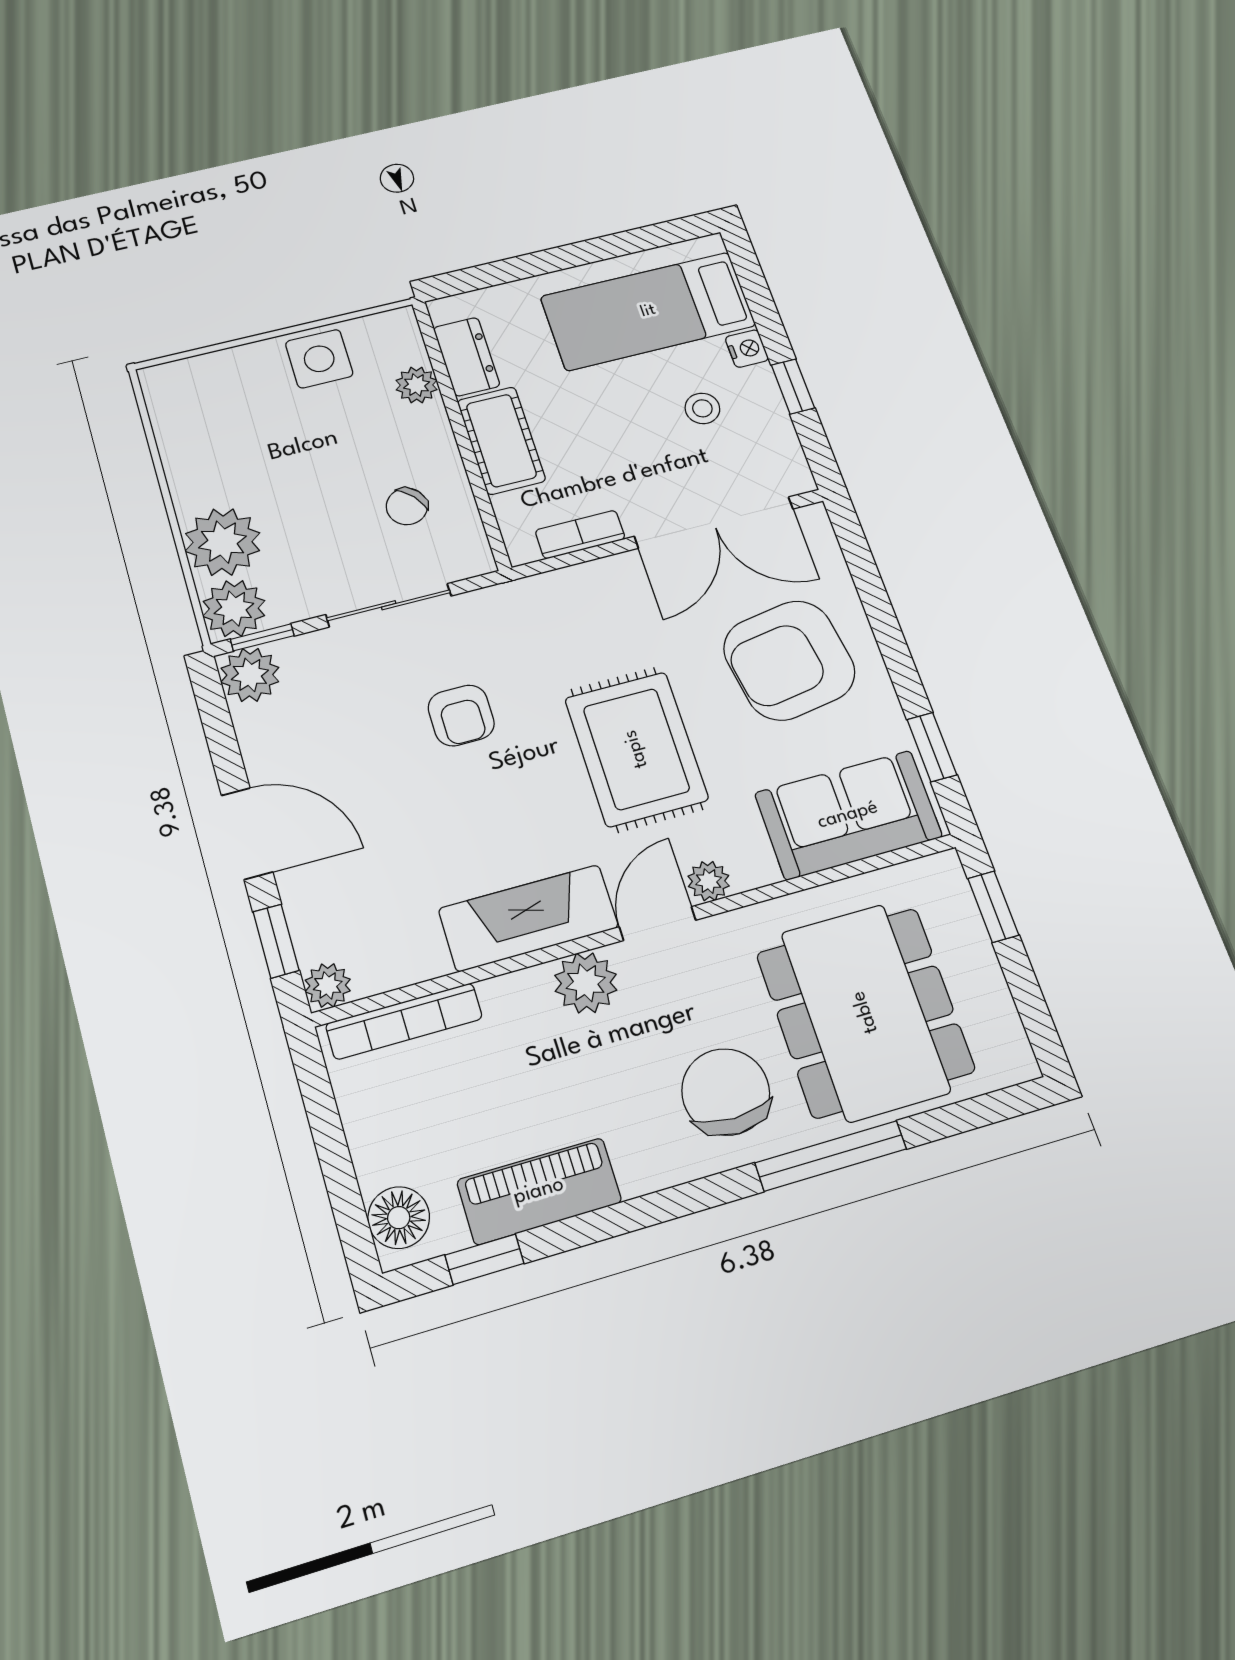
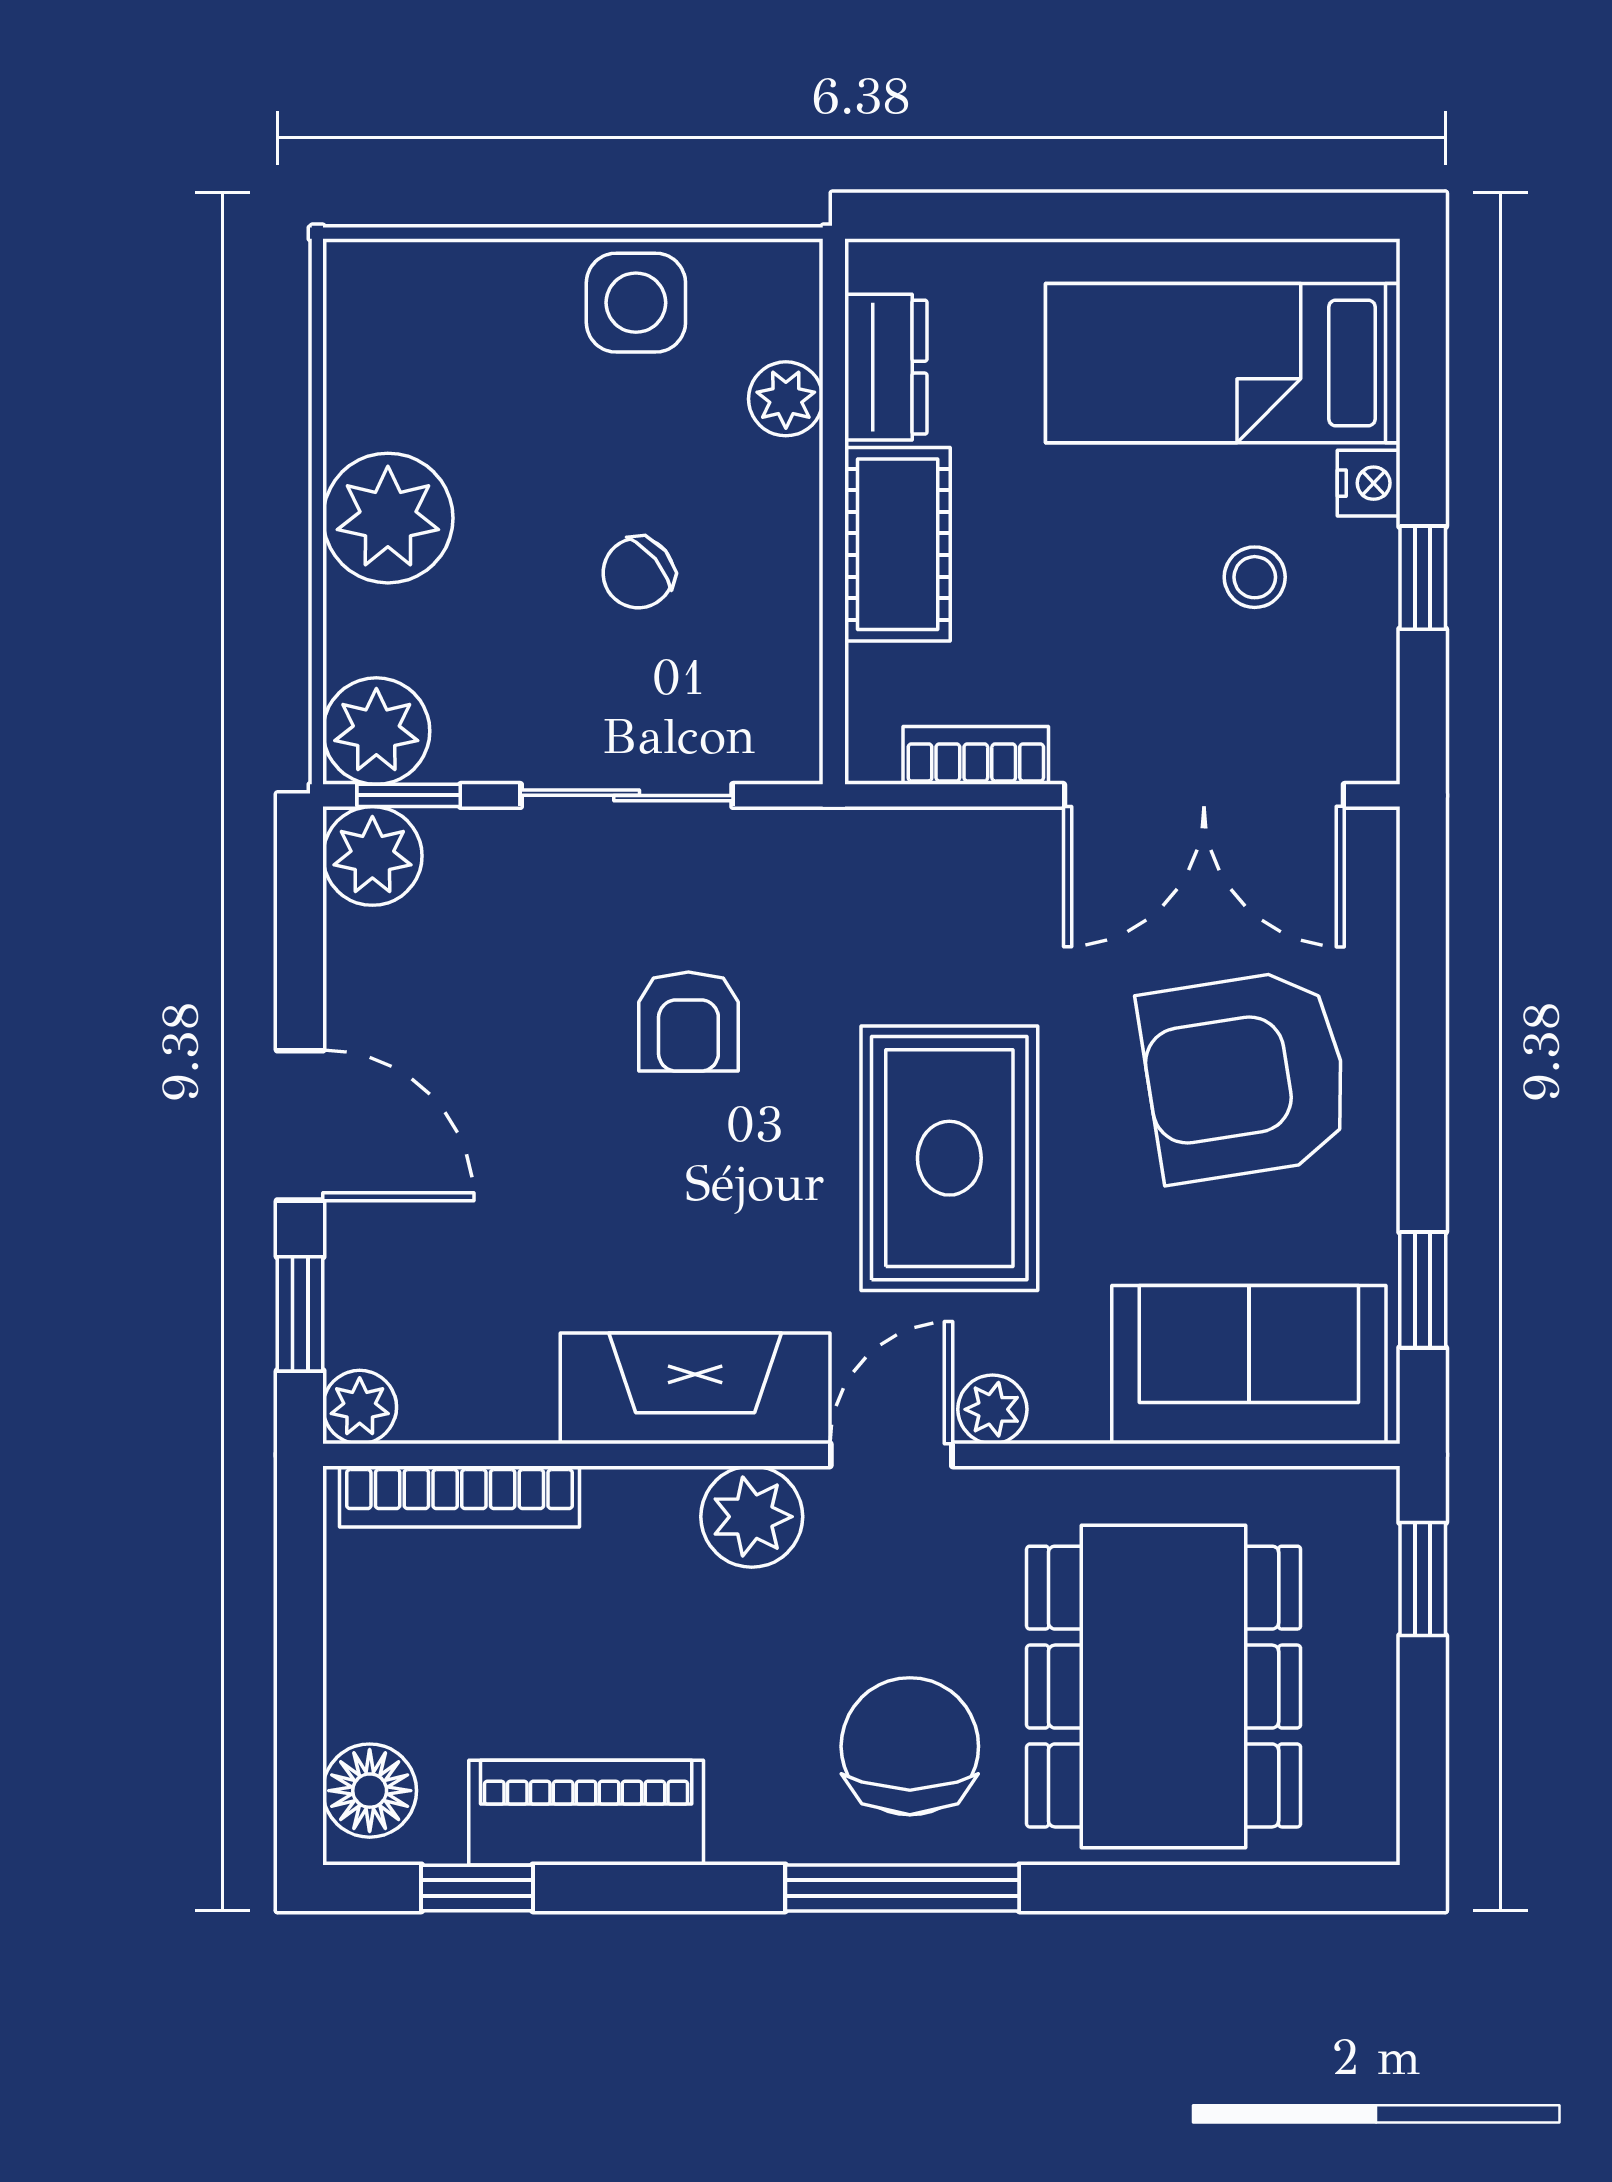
chair: (407, 506) -> (638, 573), moved
plant: (223, 542) -> (388, 518), moved
window: (831, 1156) -> (902, 1888), moved

